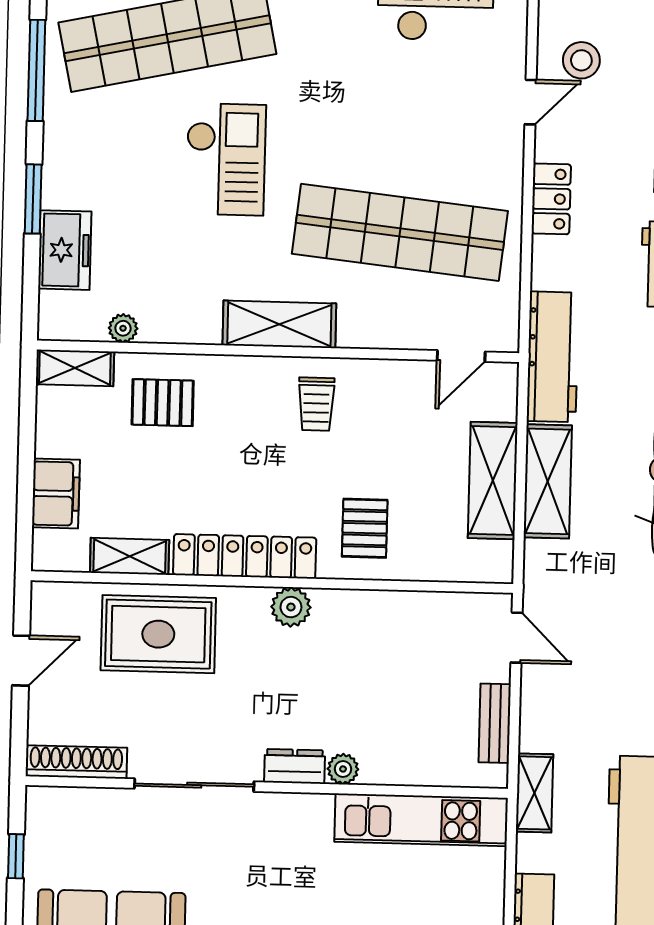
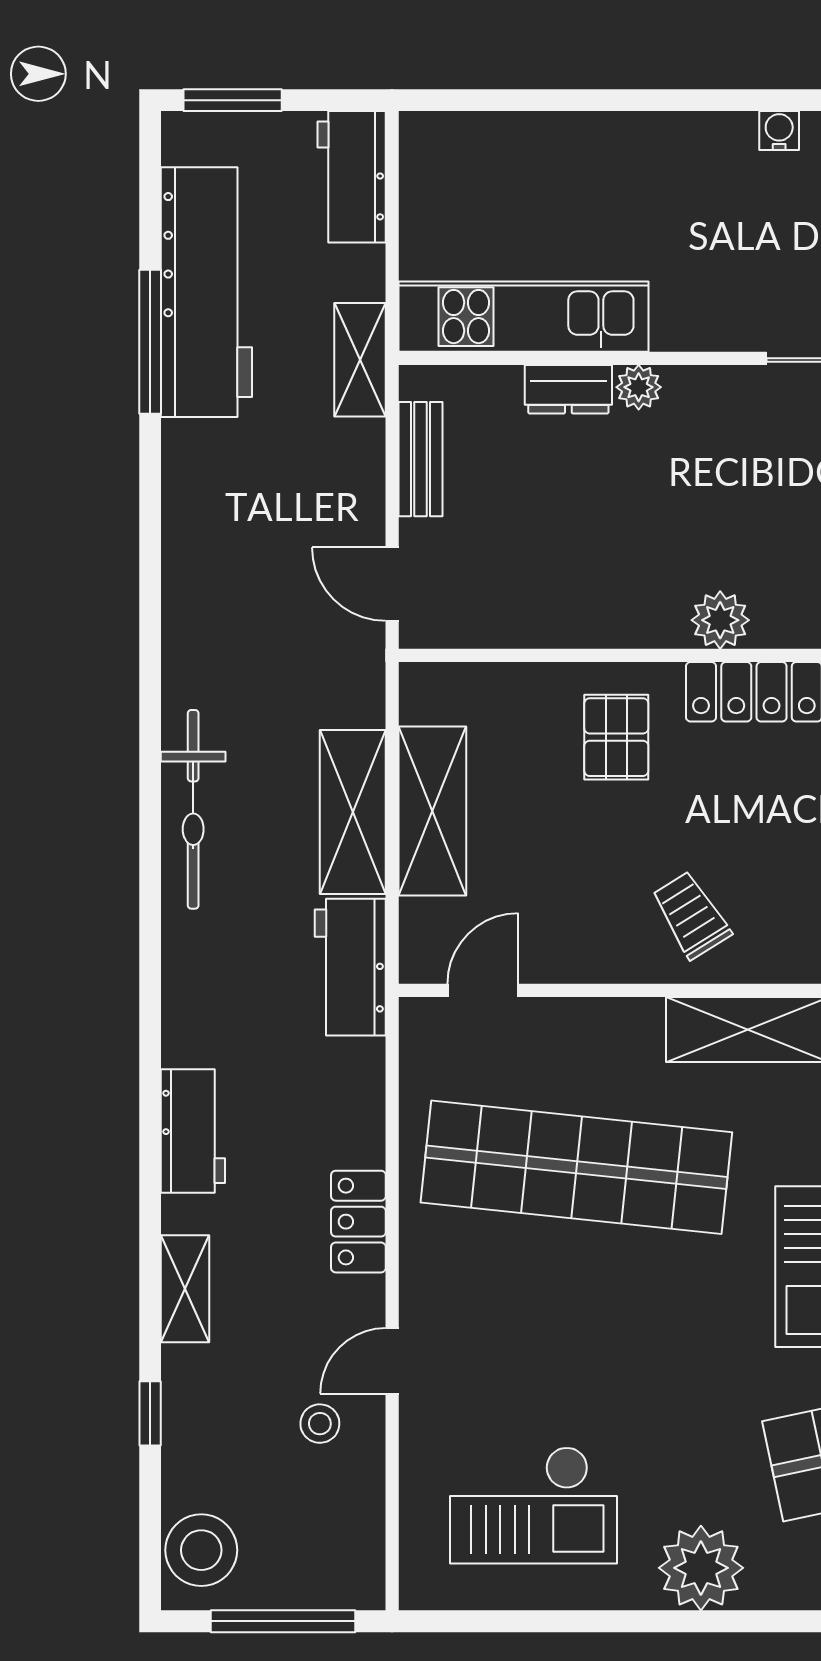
stool: (581, 60) -> (320, 1424), width x0.73, depth x0.73
workbench: (553, 357) -> (350, 967), width x0.73
trolley: (316, 404) -> (691, 915), turned -32
dresser: (295, 766) -> (568, 389), moved

